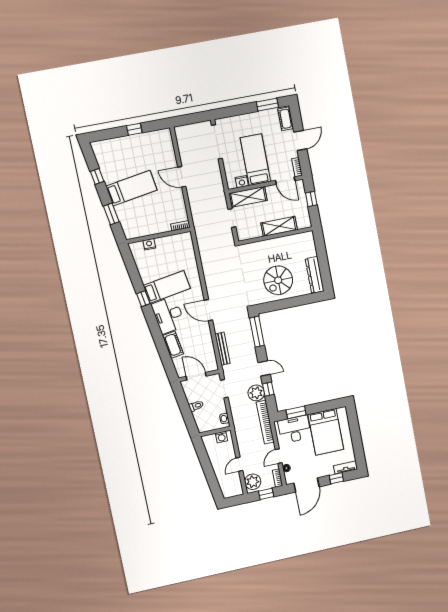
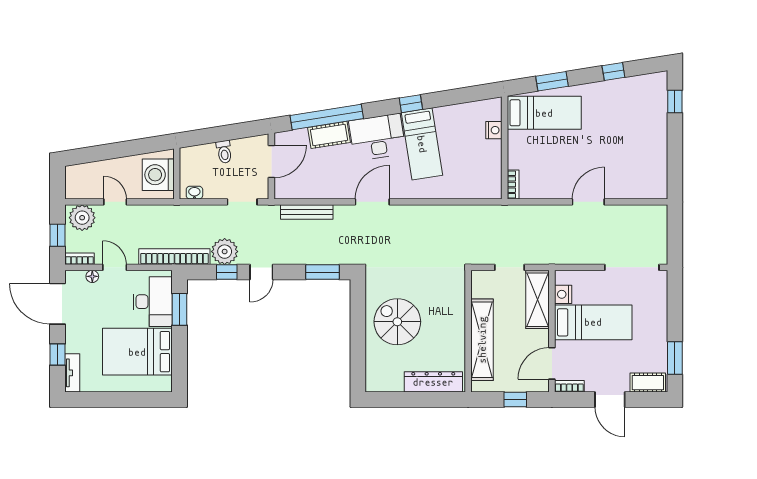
window: (134, 129) -> (675, 101), moved
bed: (132, 188) -> (544, 113), moved, turned -81
shelving: (279, 226) -> (482, 340), width x1.47
dresser: (315, 275) -> (433, 382), moved
window: (257, 332) -> (322, 272), width x0.69
window: (162, 348) -> (327, 117), added
washing machine: (222, 437) -> (158, 175), width x1.89, depth x1.89

